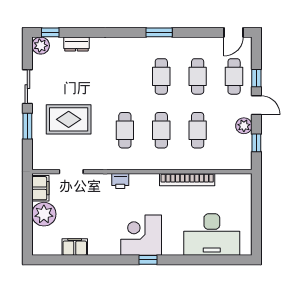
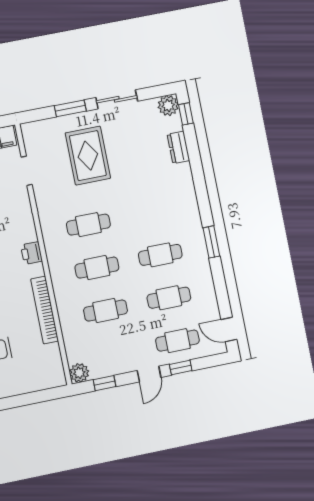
plant: (244, 126) -> (79, 373), moved
printer: (120, 181) -> (31, 253), moved

